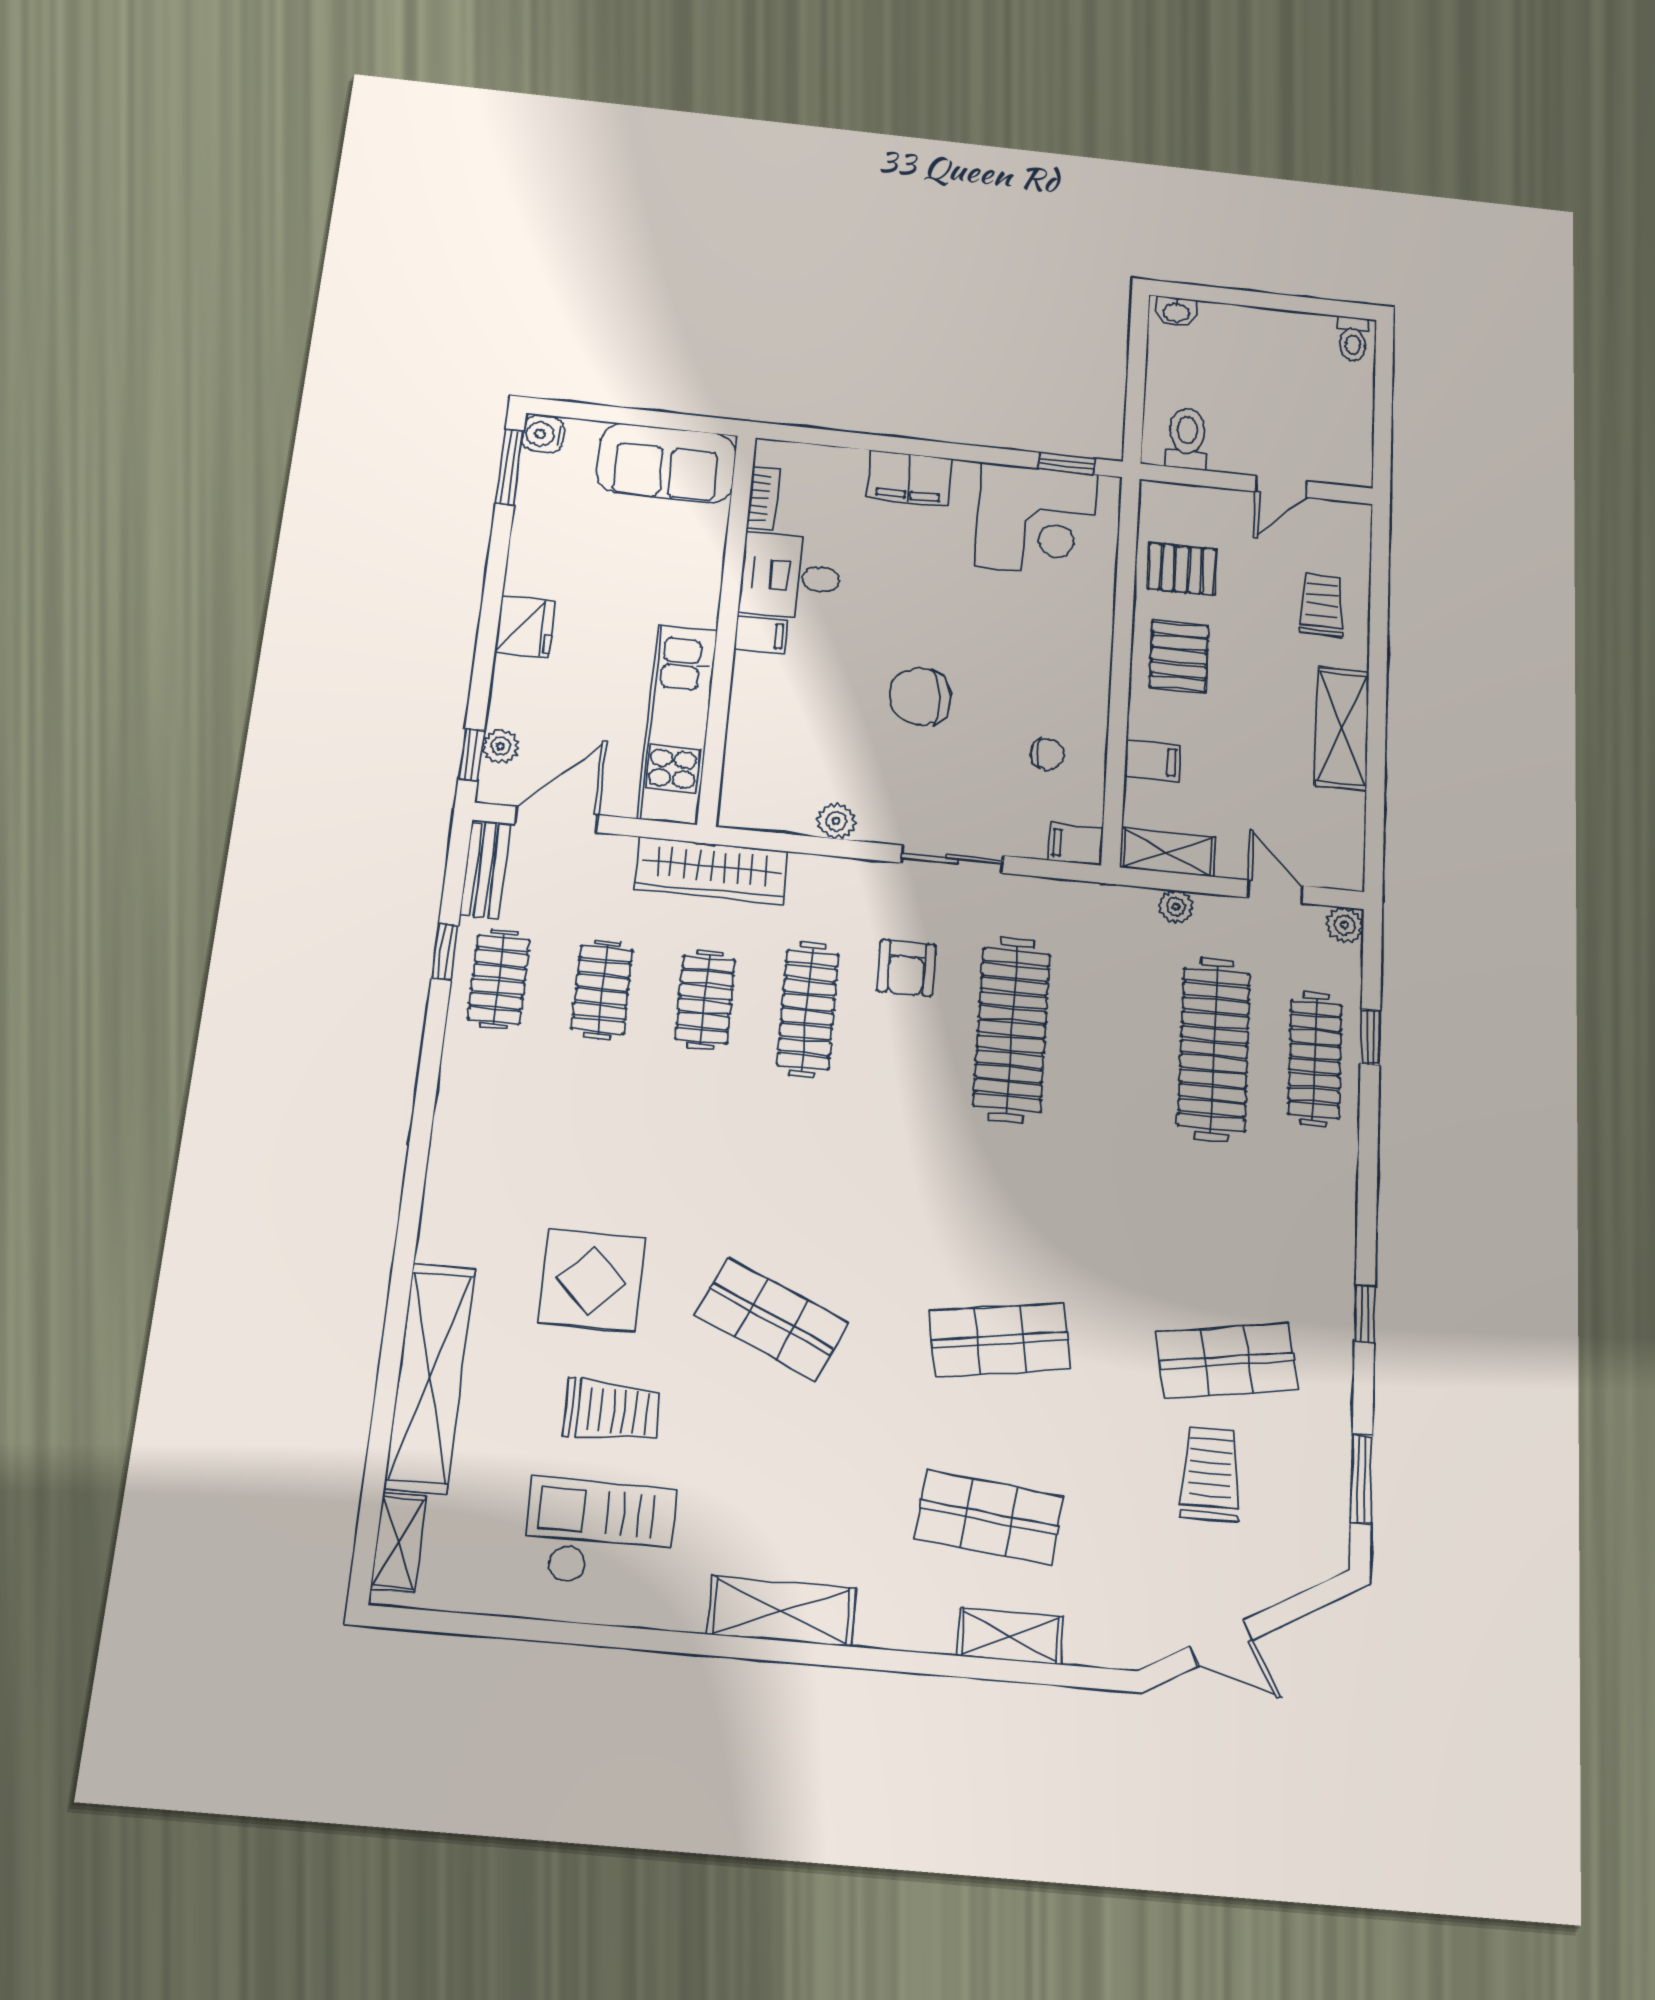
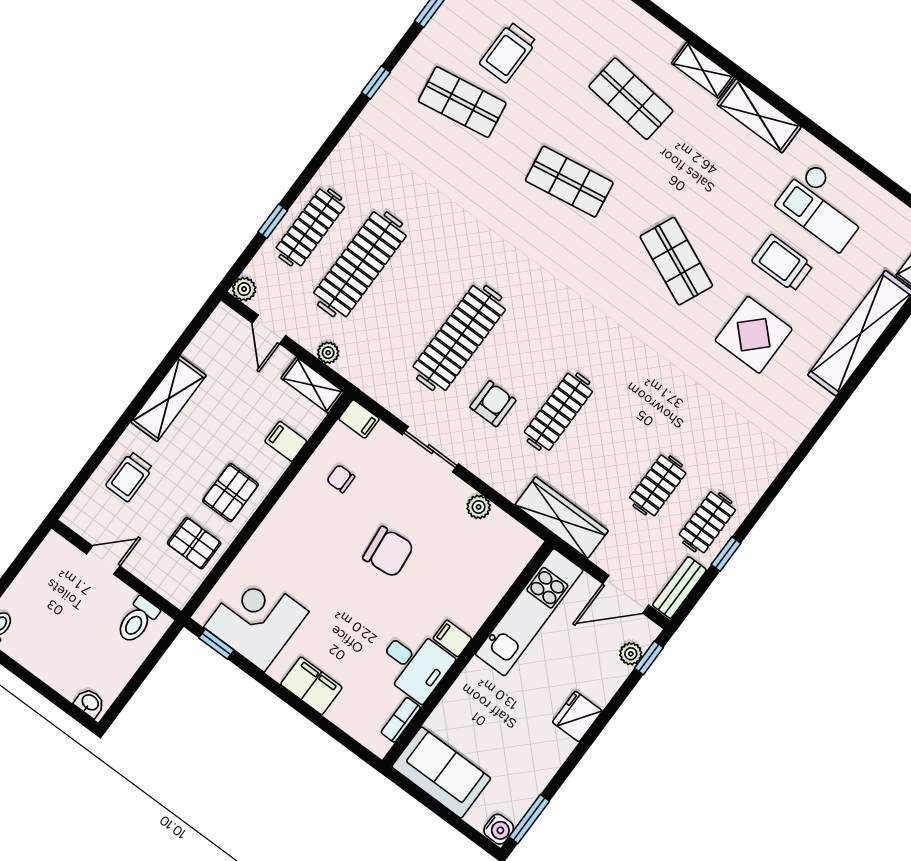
clothes rail: (705, 999) -> (608, 449), removed
shelving: (1010, 1636) -> (703, 70), moved

